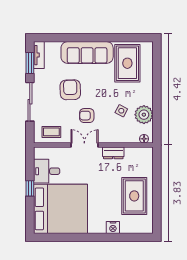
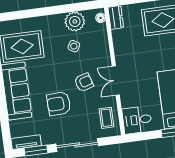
armchair: (87, 116) -> (84, 82), turned -107
dresser: (113, 153) -> (116, 17), moved
desk: (47, 171) -> (137, 120), moved, turned 90

